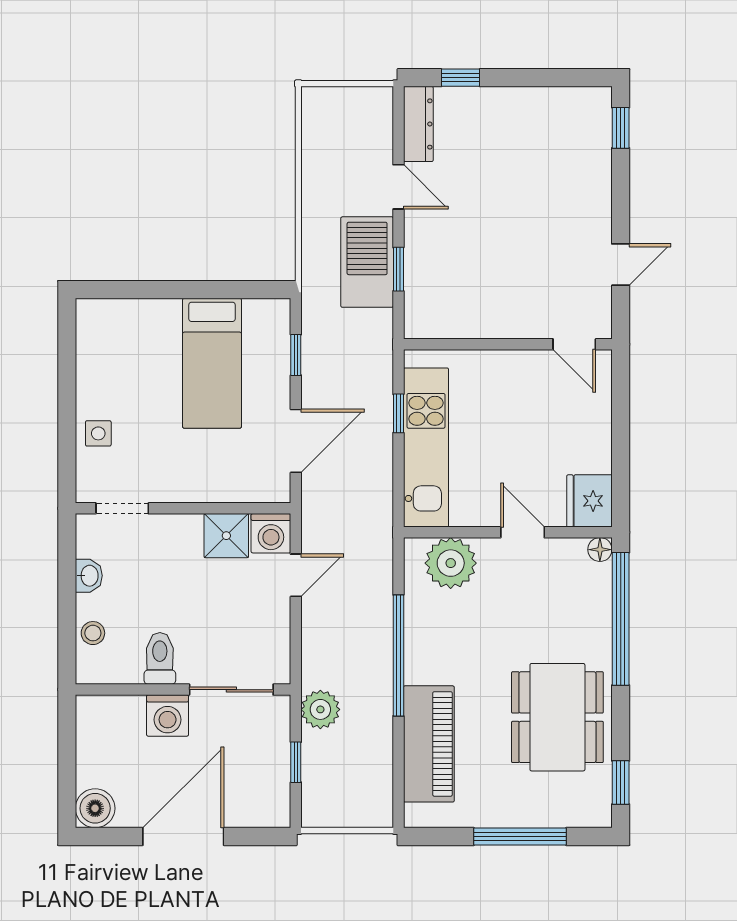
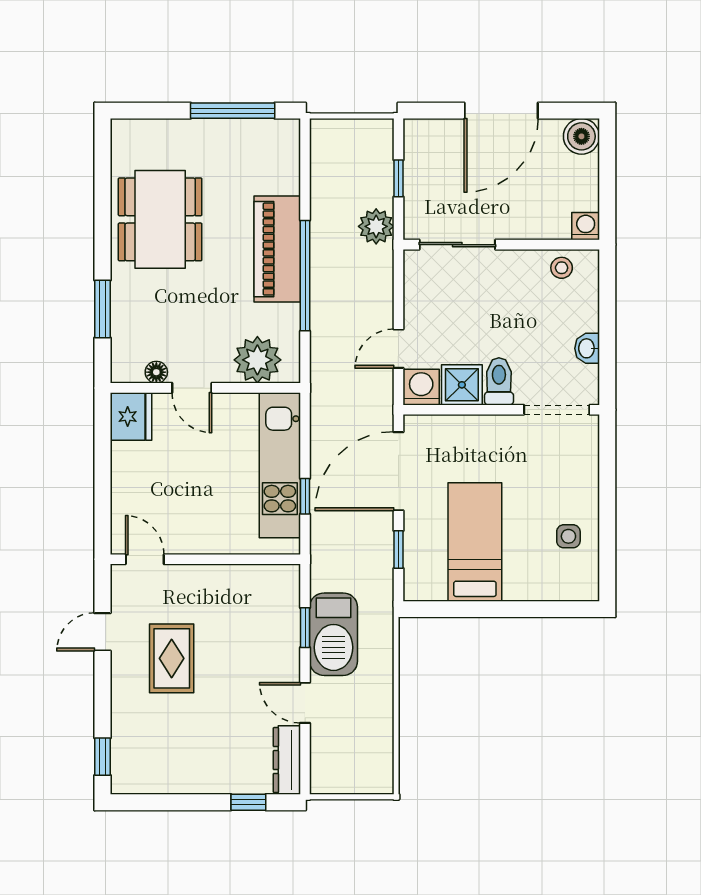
rug: (545, 235) -> (172, 658), added
side table: (98, 433) -> (568, 536), moved
door: (296, 441) -> (398, 471), width x1.36
doorway: (122, 508) -> (557, 410), width x1.38
floor lamp: (600, 550) -> (156, 372), moved
window: (621, 619) -> (103, 309), width x0.47
stool: (93, 633) -> (562, 268), moved
toilet: (160, 658) -> (499, 381), moved, turned 180
washing machine: (168, 715) -> (586, 226), moved, width x0.73, depth x0.73
piano: (429, 744) -> (277, 249), moved
window: (621, 782) -> (103, 160), removed
window: (520, 837) -> (233, 111), moved

